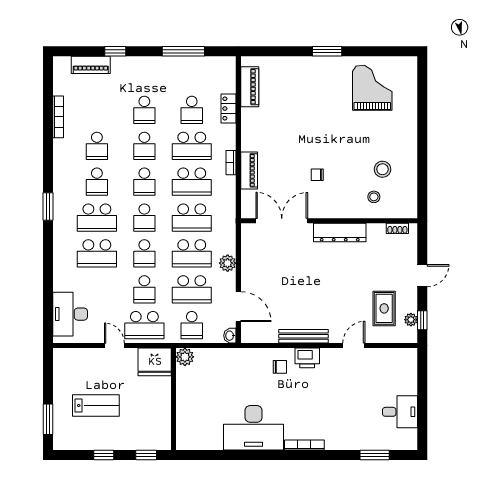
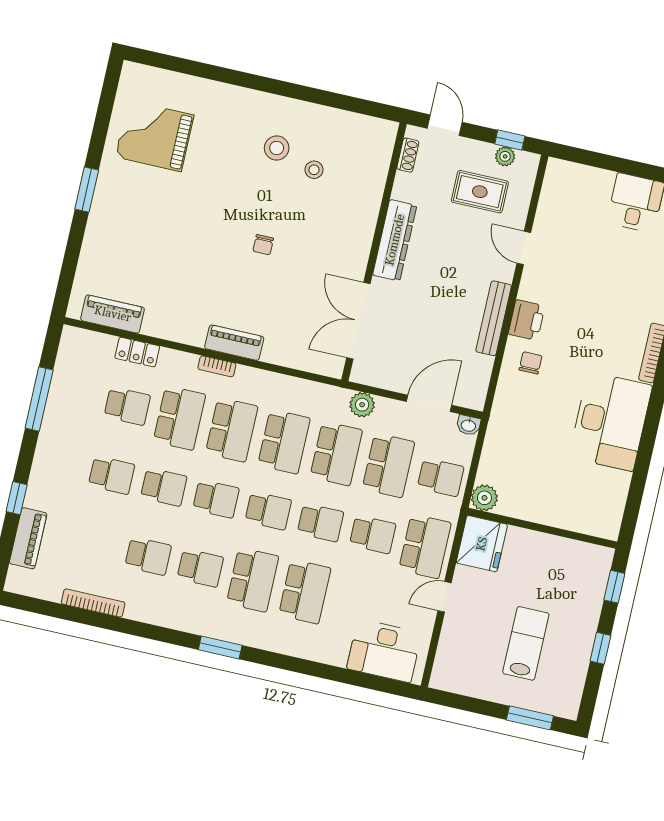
double door: (282, 221) -> (358, 321), moved
wall: (329, 221) -> (374, 252), moved
shoe rack: (397, 228) -> (408, 155), moved
dresser: (340, 232) -> (395, 240), moved

